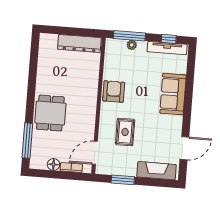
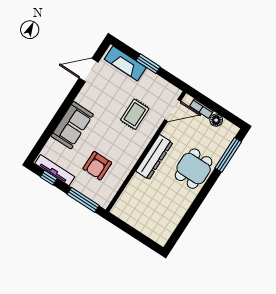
dresser: (79, 43) -> (154, 157), moved, turned 90
plant: (132, 45) -> (85, 190), removed
armchair: (114, 92) -> (97, 166), moved
window: (123, 180) -> (148, 64), moved

